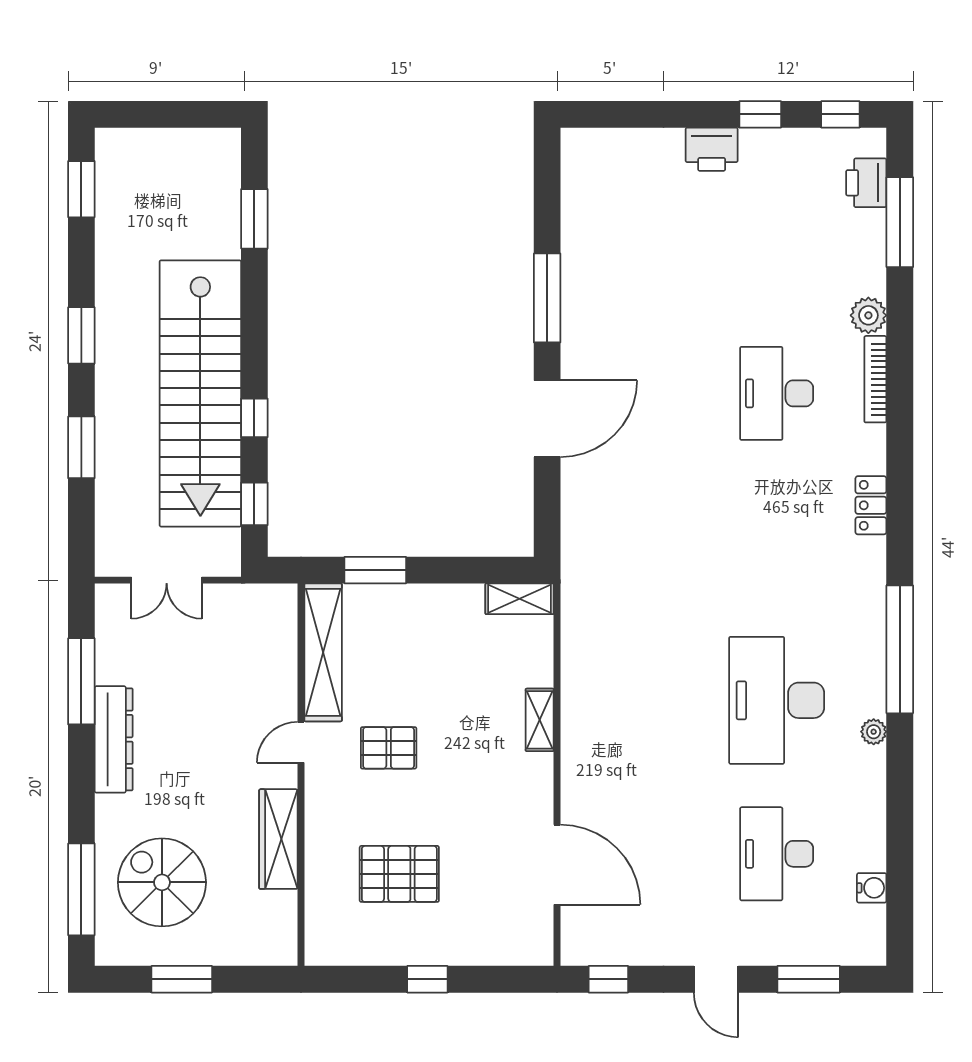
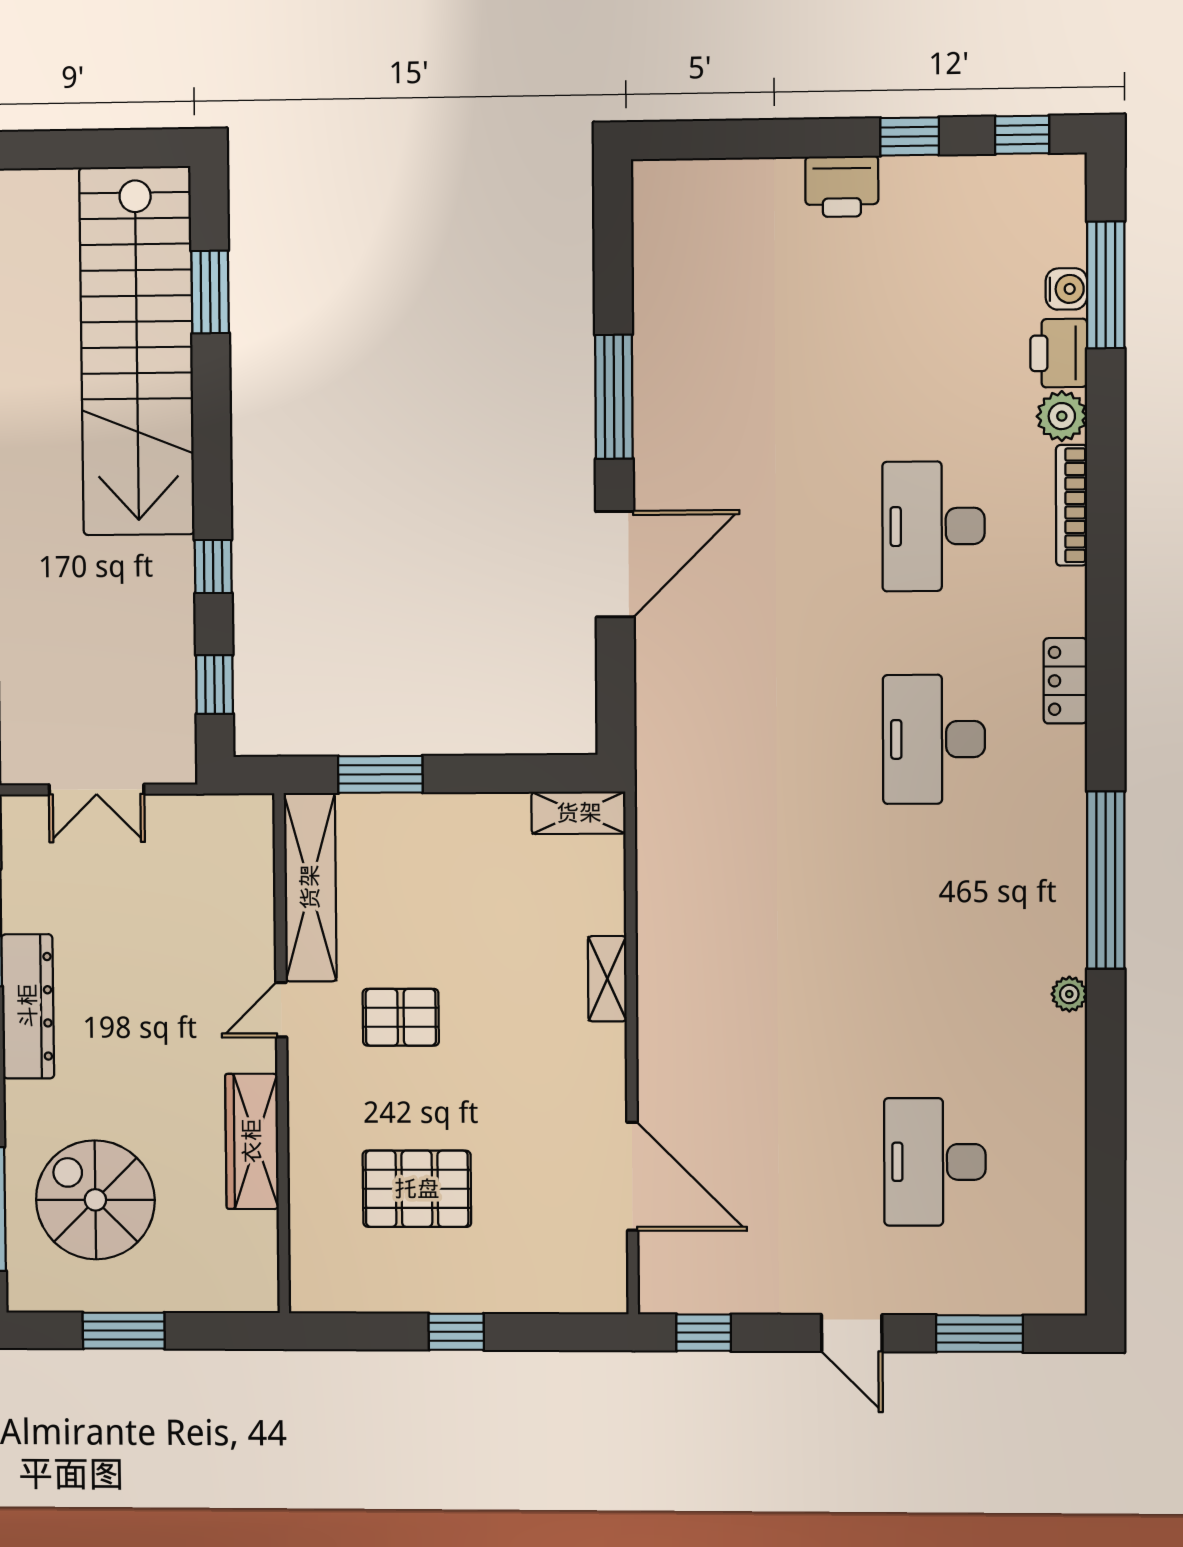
printer: (866, 183) -> (1059, 353), moved
stairs: (200, 393) -> (137, 351), moved
desk: (777, 700) -> (934, 739), moved, width x0.73, depth x0.77
water cooler: (872, 888) -> (1066, 289), moved

